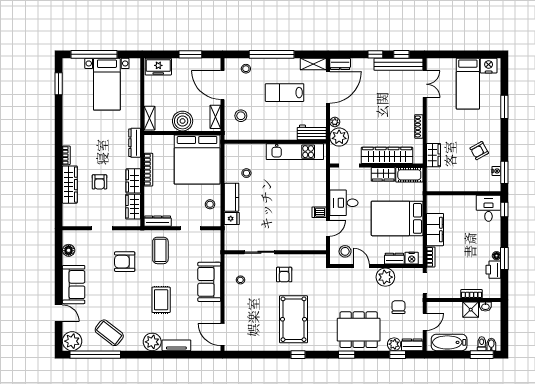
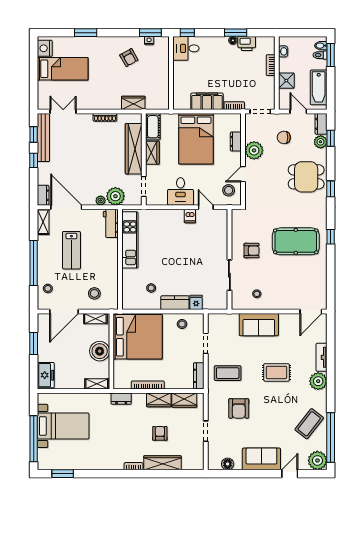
dresser: (135, 143) -> (121, 399), width x0.70
armchair: (99, 182) -> (160, 433), turned -90
nightstand: (412, 258) -> (235, 124), removed
shower: (471, 310) -> (286, 81), moved
dining table: (359, 330) -> (306, 177), width x0.73

